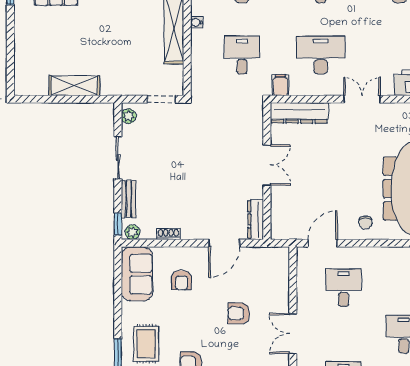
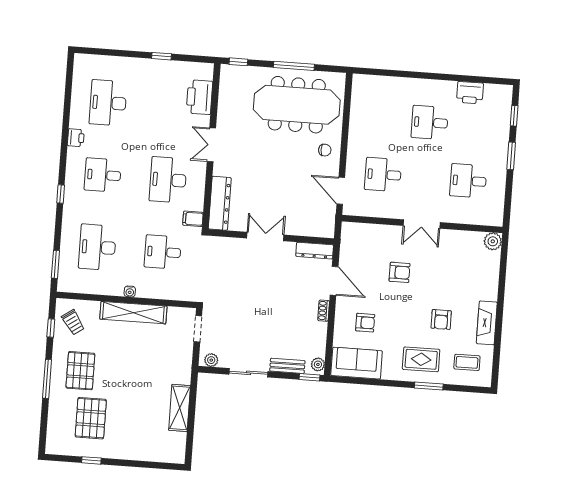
shoe rack: (168, 234) -> (324, 311), moved
armchair: (239, 313) -> (400, 272), turned -90

